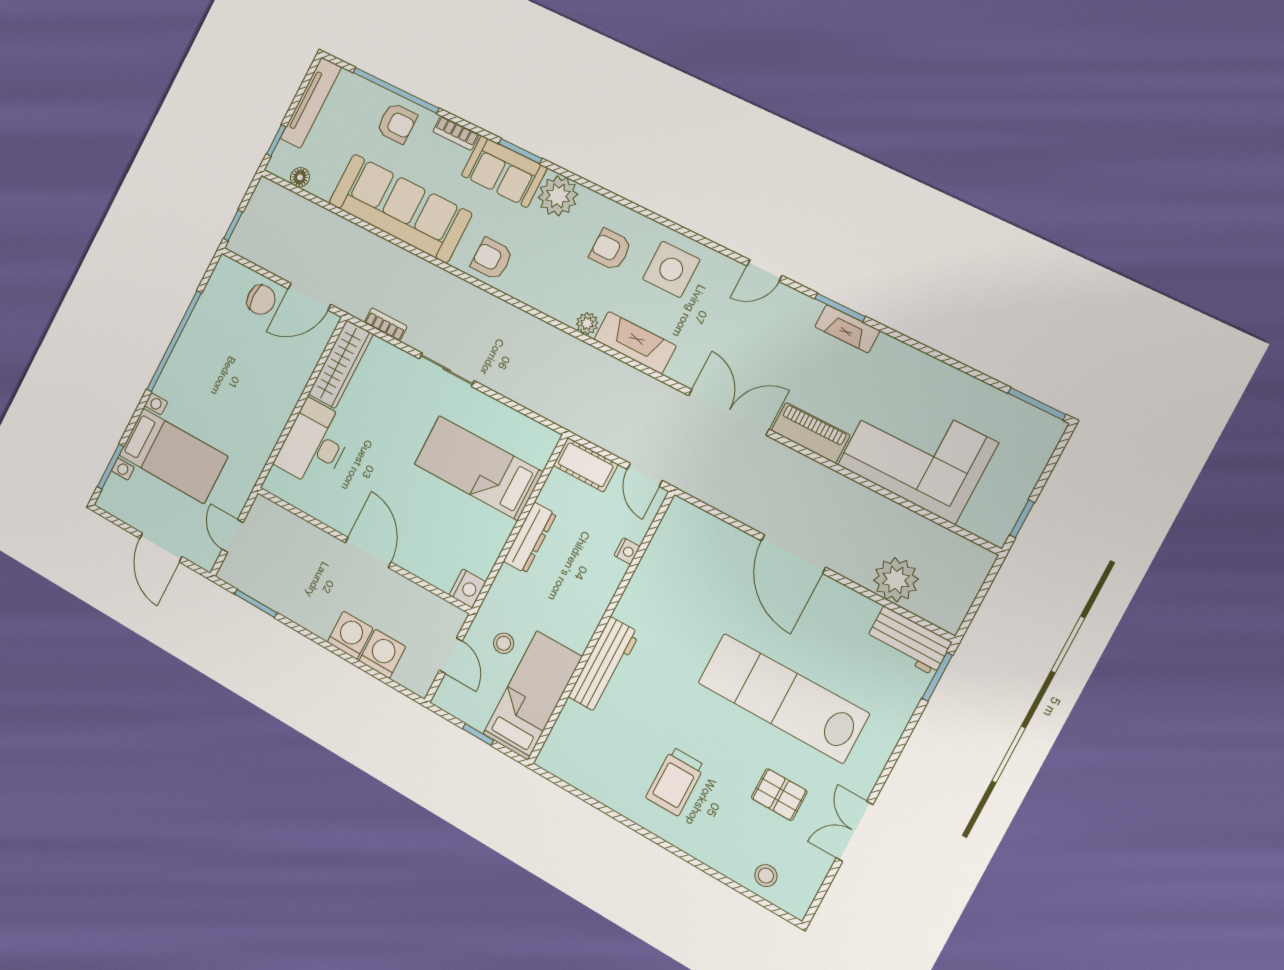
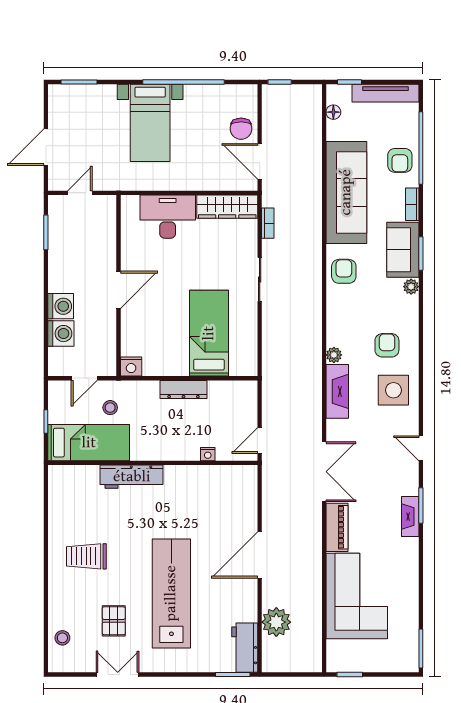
plant: (558, 196) -> (411, 287), width x0.53, depth x0.53
bed with nightstands: (173, 456) -> (150, 123), moved
cot: (586, 465) -> (247, 401), removed

